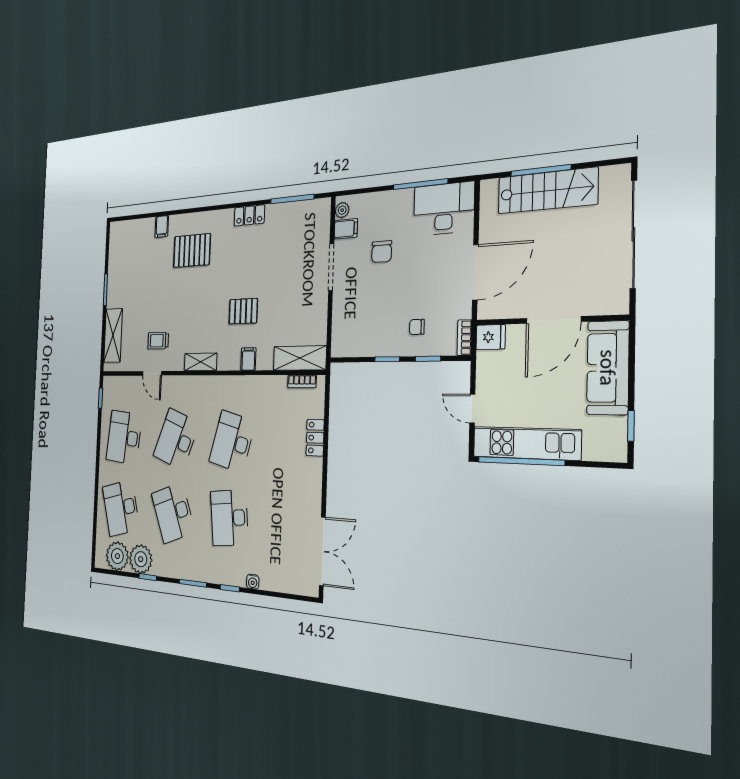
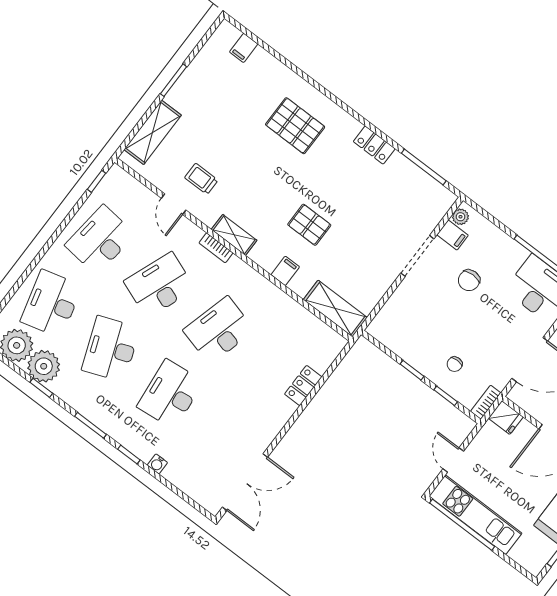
filing cabinet: (162, 227) -> (244, 48), moved
chair: (417, 327) -> (455, 364), turned -90
bookcase: (302, 381) -> (216, 248), moved

